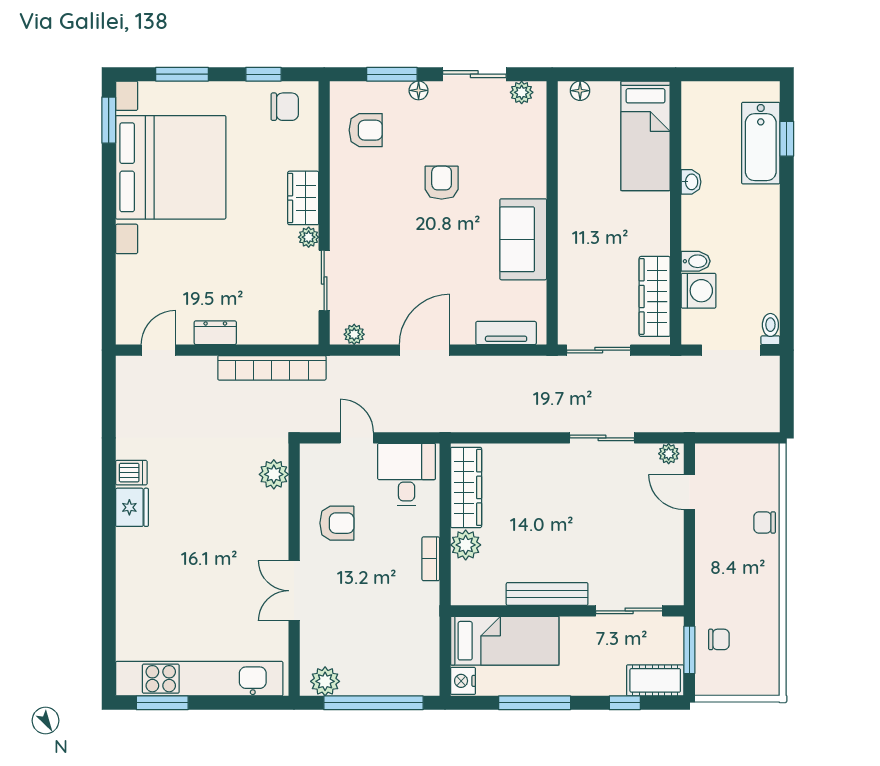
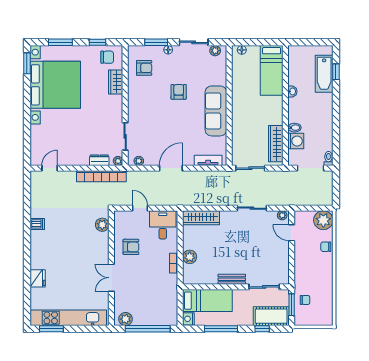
wardrobe: (303, 198) -> (116, 82), moved
plant: (309, 237) -> (118, 161), moved
sofa: (523, 239) -> (216, 111), width x1.36
dresser: (215, 333) -> (99, 160), moved
plant: (759, 464) -> (323, 220), added
wardrobe: (466, 487) -> (201, 218), moved, turned 90
fridge: (132, 507) -> (38, 278), moved
bench: (547, 594) -> (232, 279), width x0.73
cot: (655, 680) -> (271, 316), width x1.37, depth x1.34

